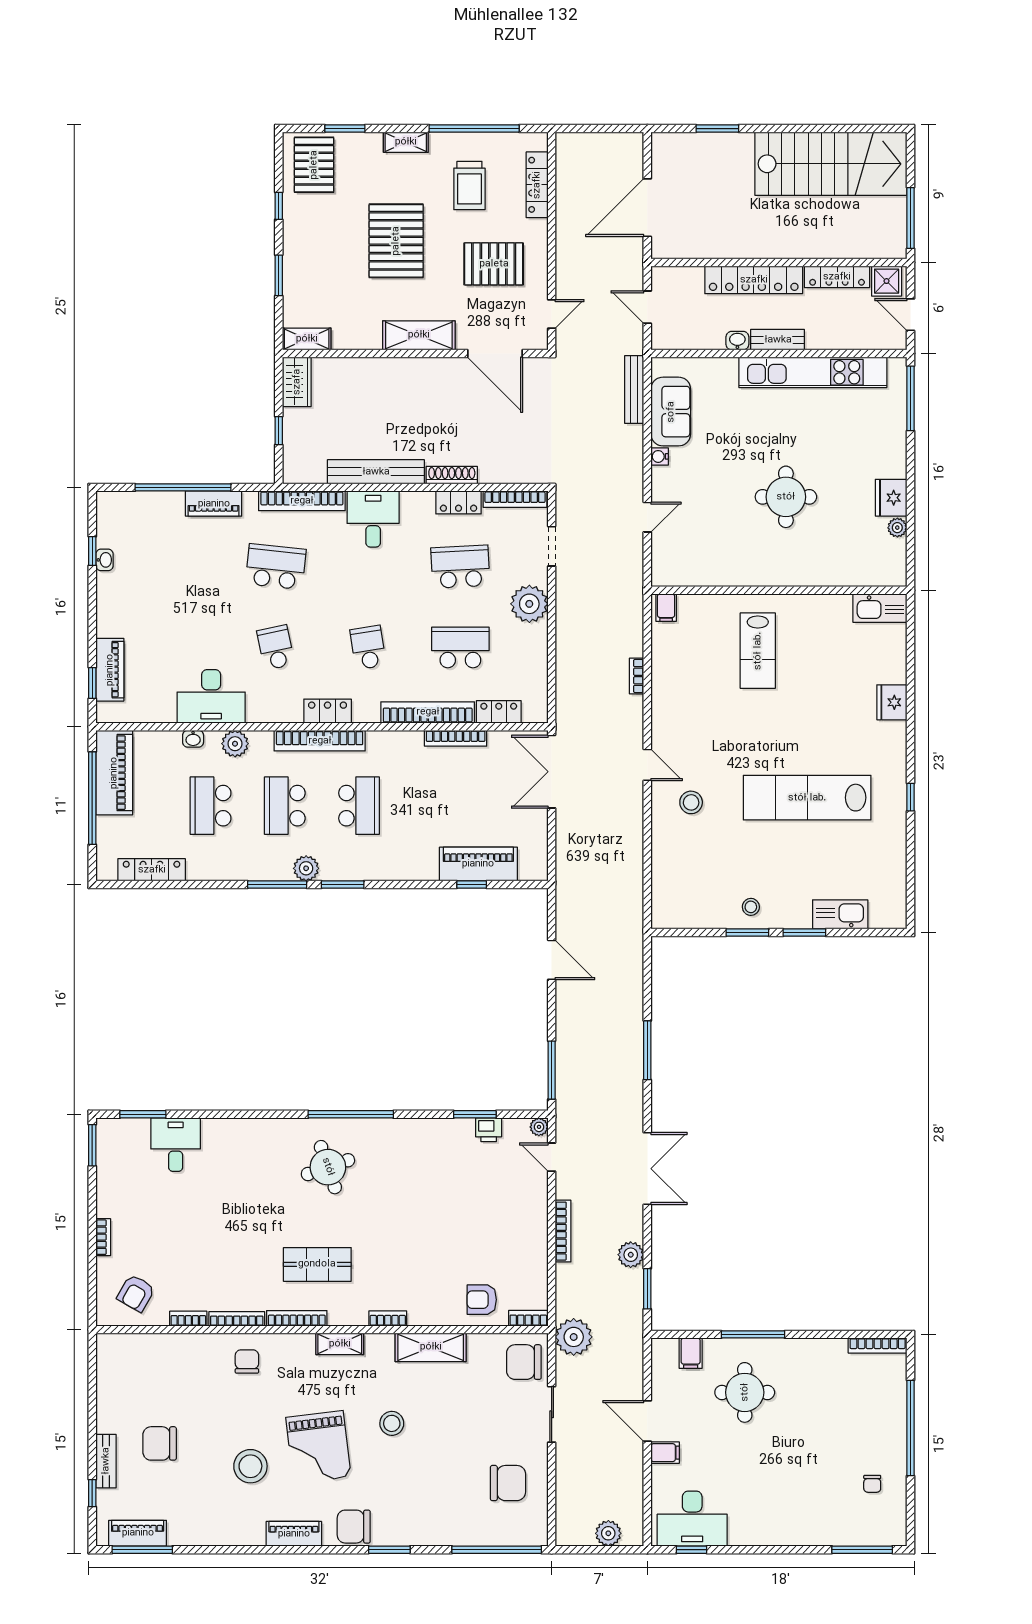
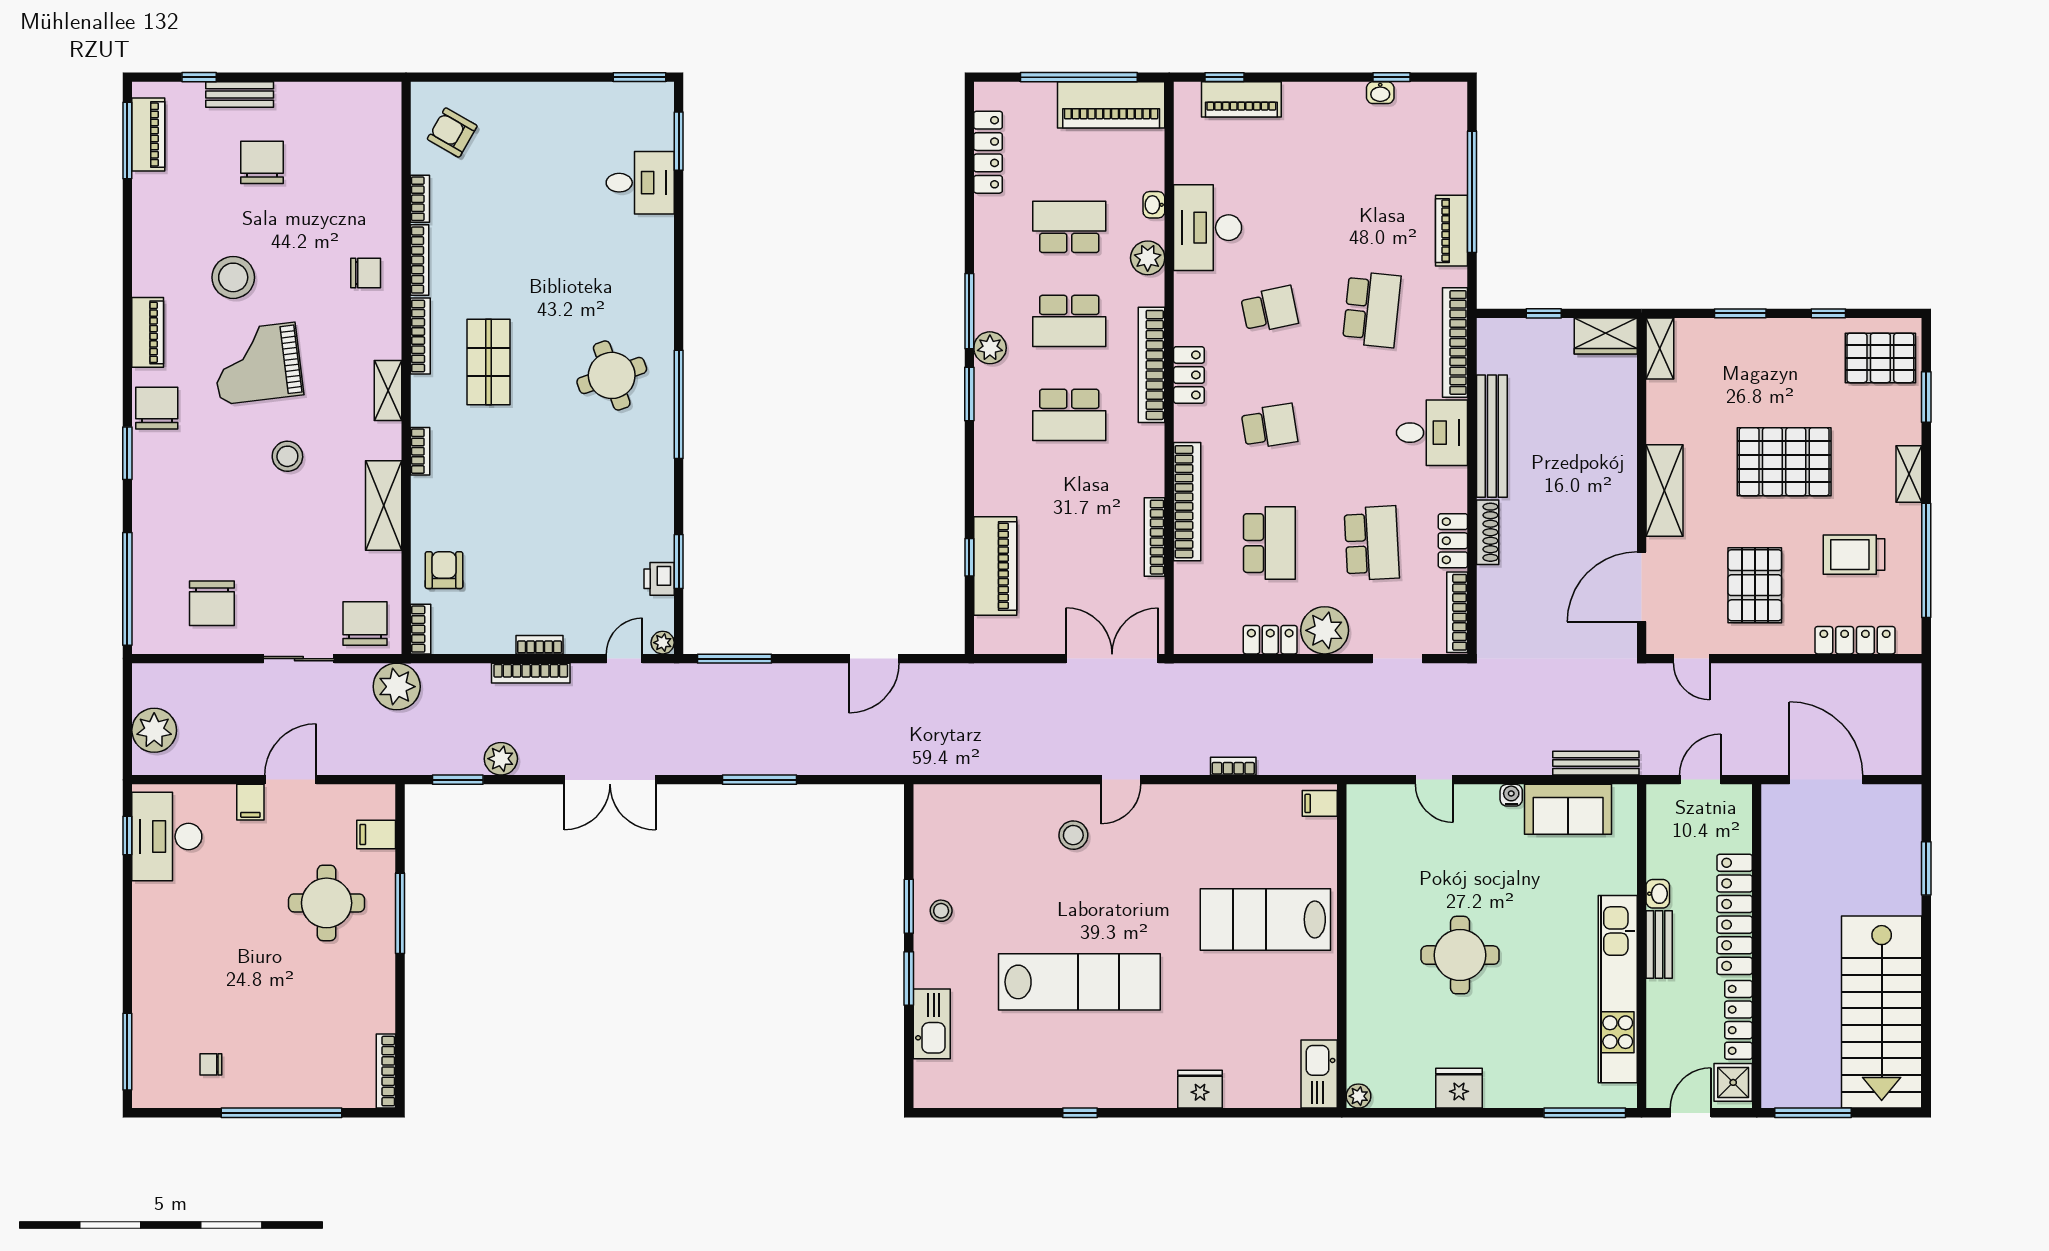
plant: (897, 528) -> (1359, 1096), moved
lab bench: (758, 651) -> (1265, 919), width x1.36, depth x1.39
locker: (499, 712) -> (1270, 640), moved, turned -90
lab bench: (807, 798) -> (1079, 982), turned 90
school desk: (285, 806) -> (1069, 321), turned 180
bookcase: (103, 1237) -> (540, 645), moved, turned 180
plant: (608, 1533) -> (154, 730), width x1.36, depth x1.36

